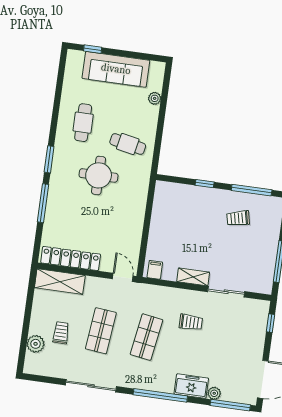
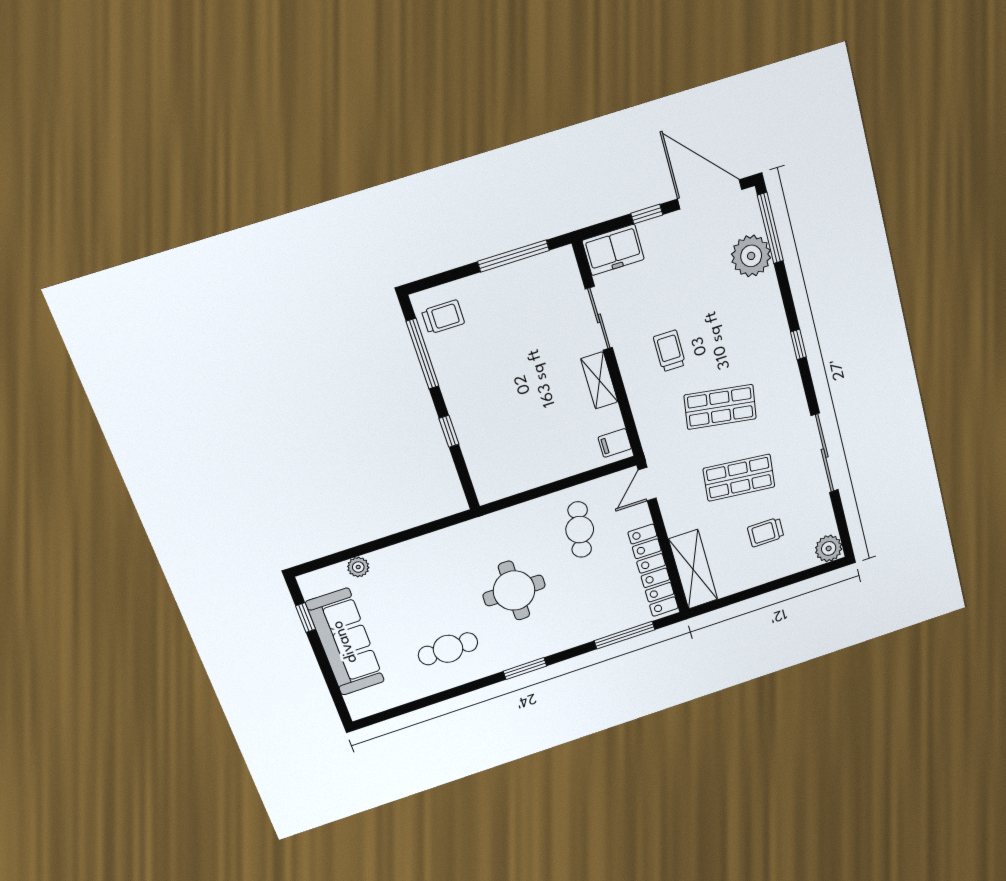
window: (93, 49) -> (306, 618), moved
cafe table: (128, 144) -> (580, 530), moved
window: (43, 203) -> (625, 635), moved
trolley: (238, 218) -> (443, 317), moved, turned -77
window: (270, 323) -> (647, 214), moved
plant: (36, 344) -> (829, 548), moved
freezer: (191, 386) -> (613, 250), moved, turned -90
plant: (214, 393) -> (751, 256), width x1.87, depth x1.87
window: (160, 395) -> (798, 344), width x0.32

